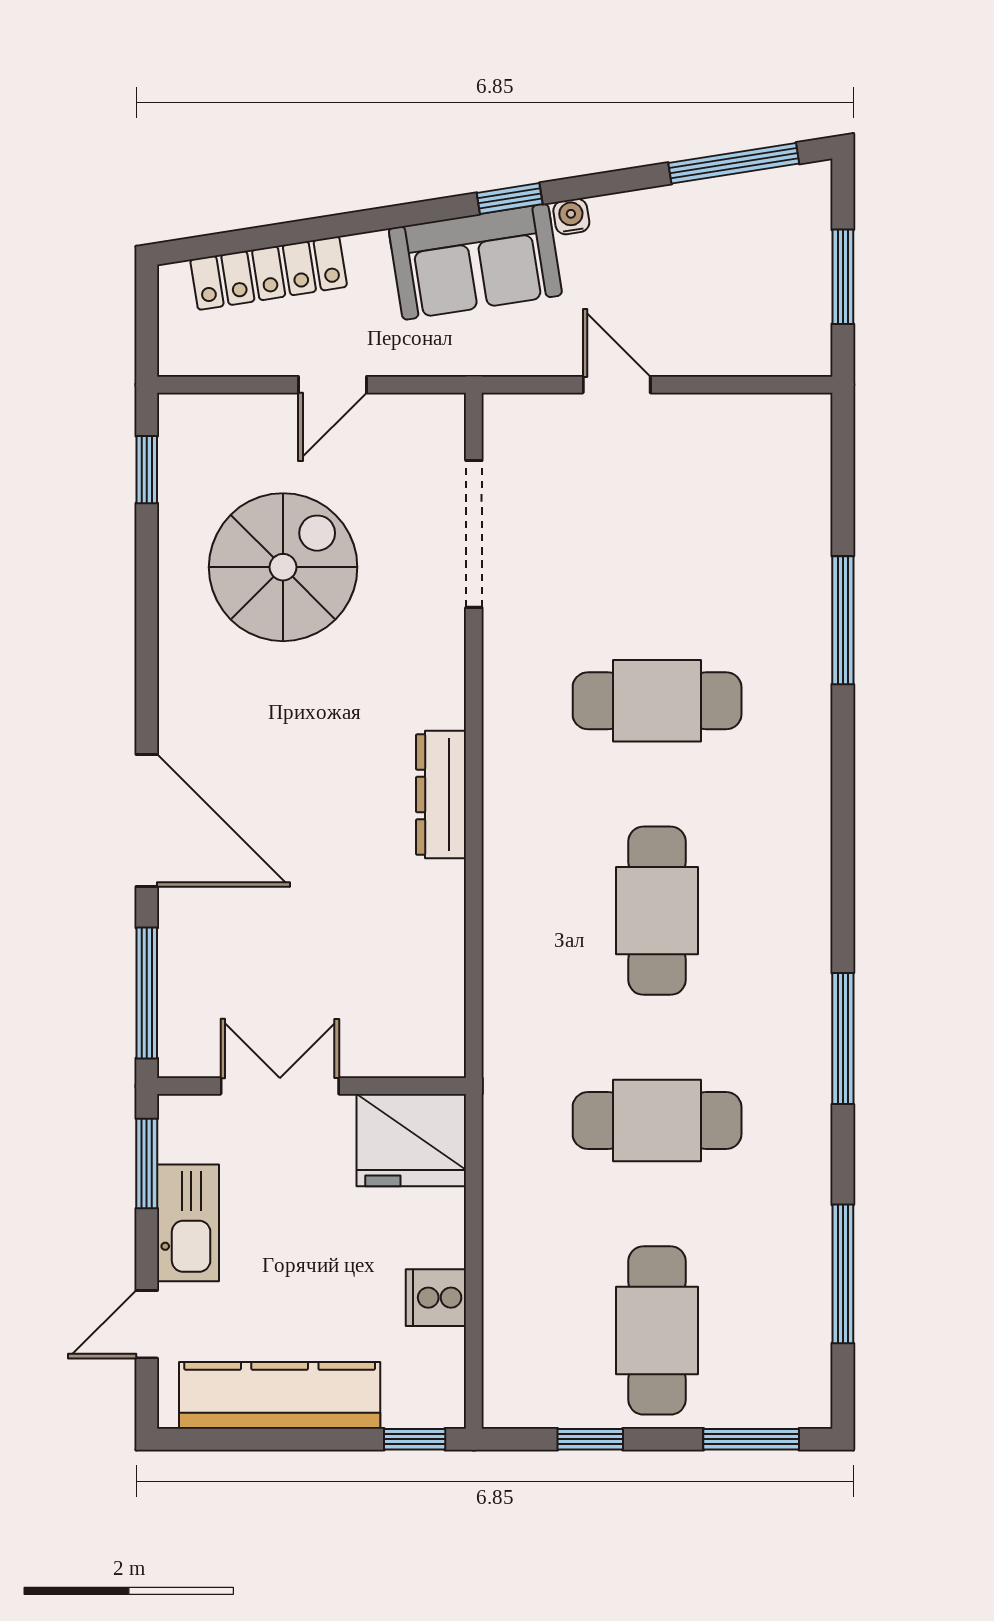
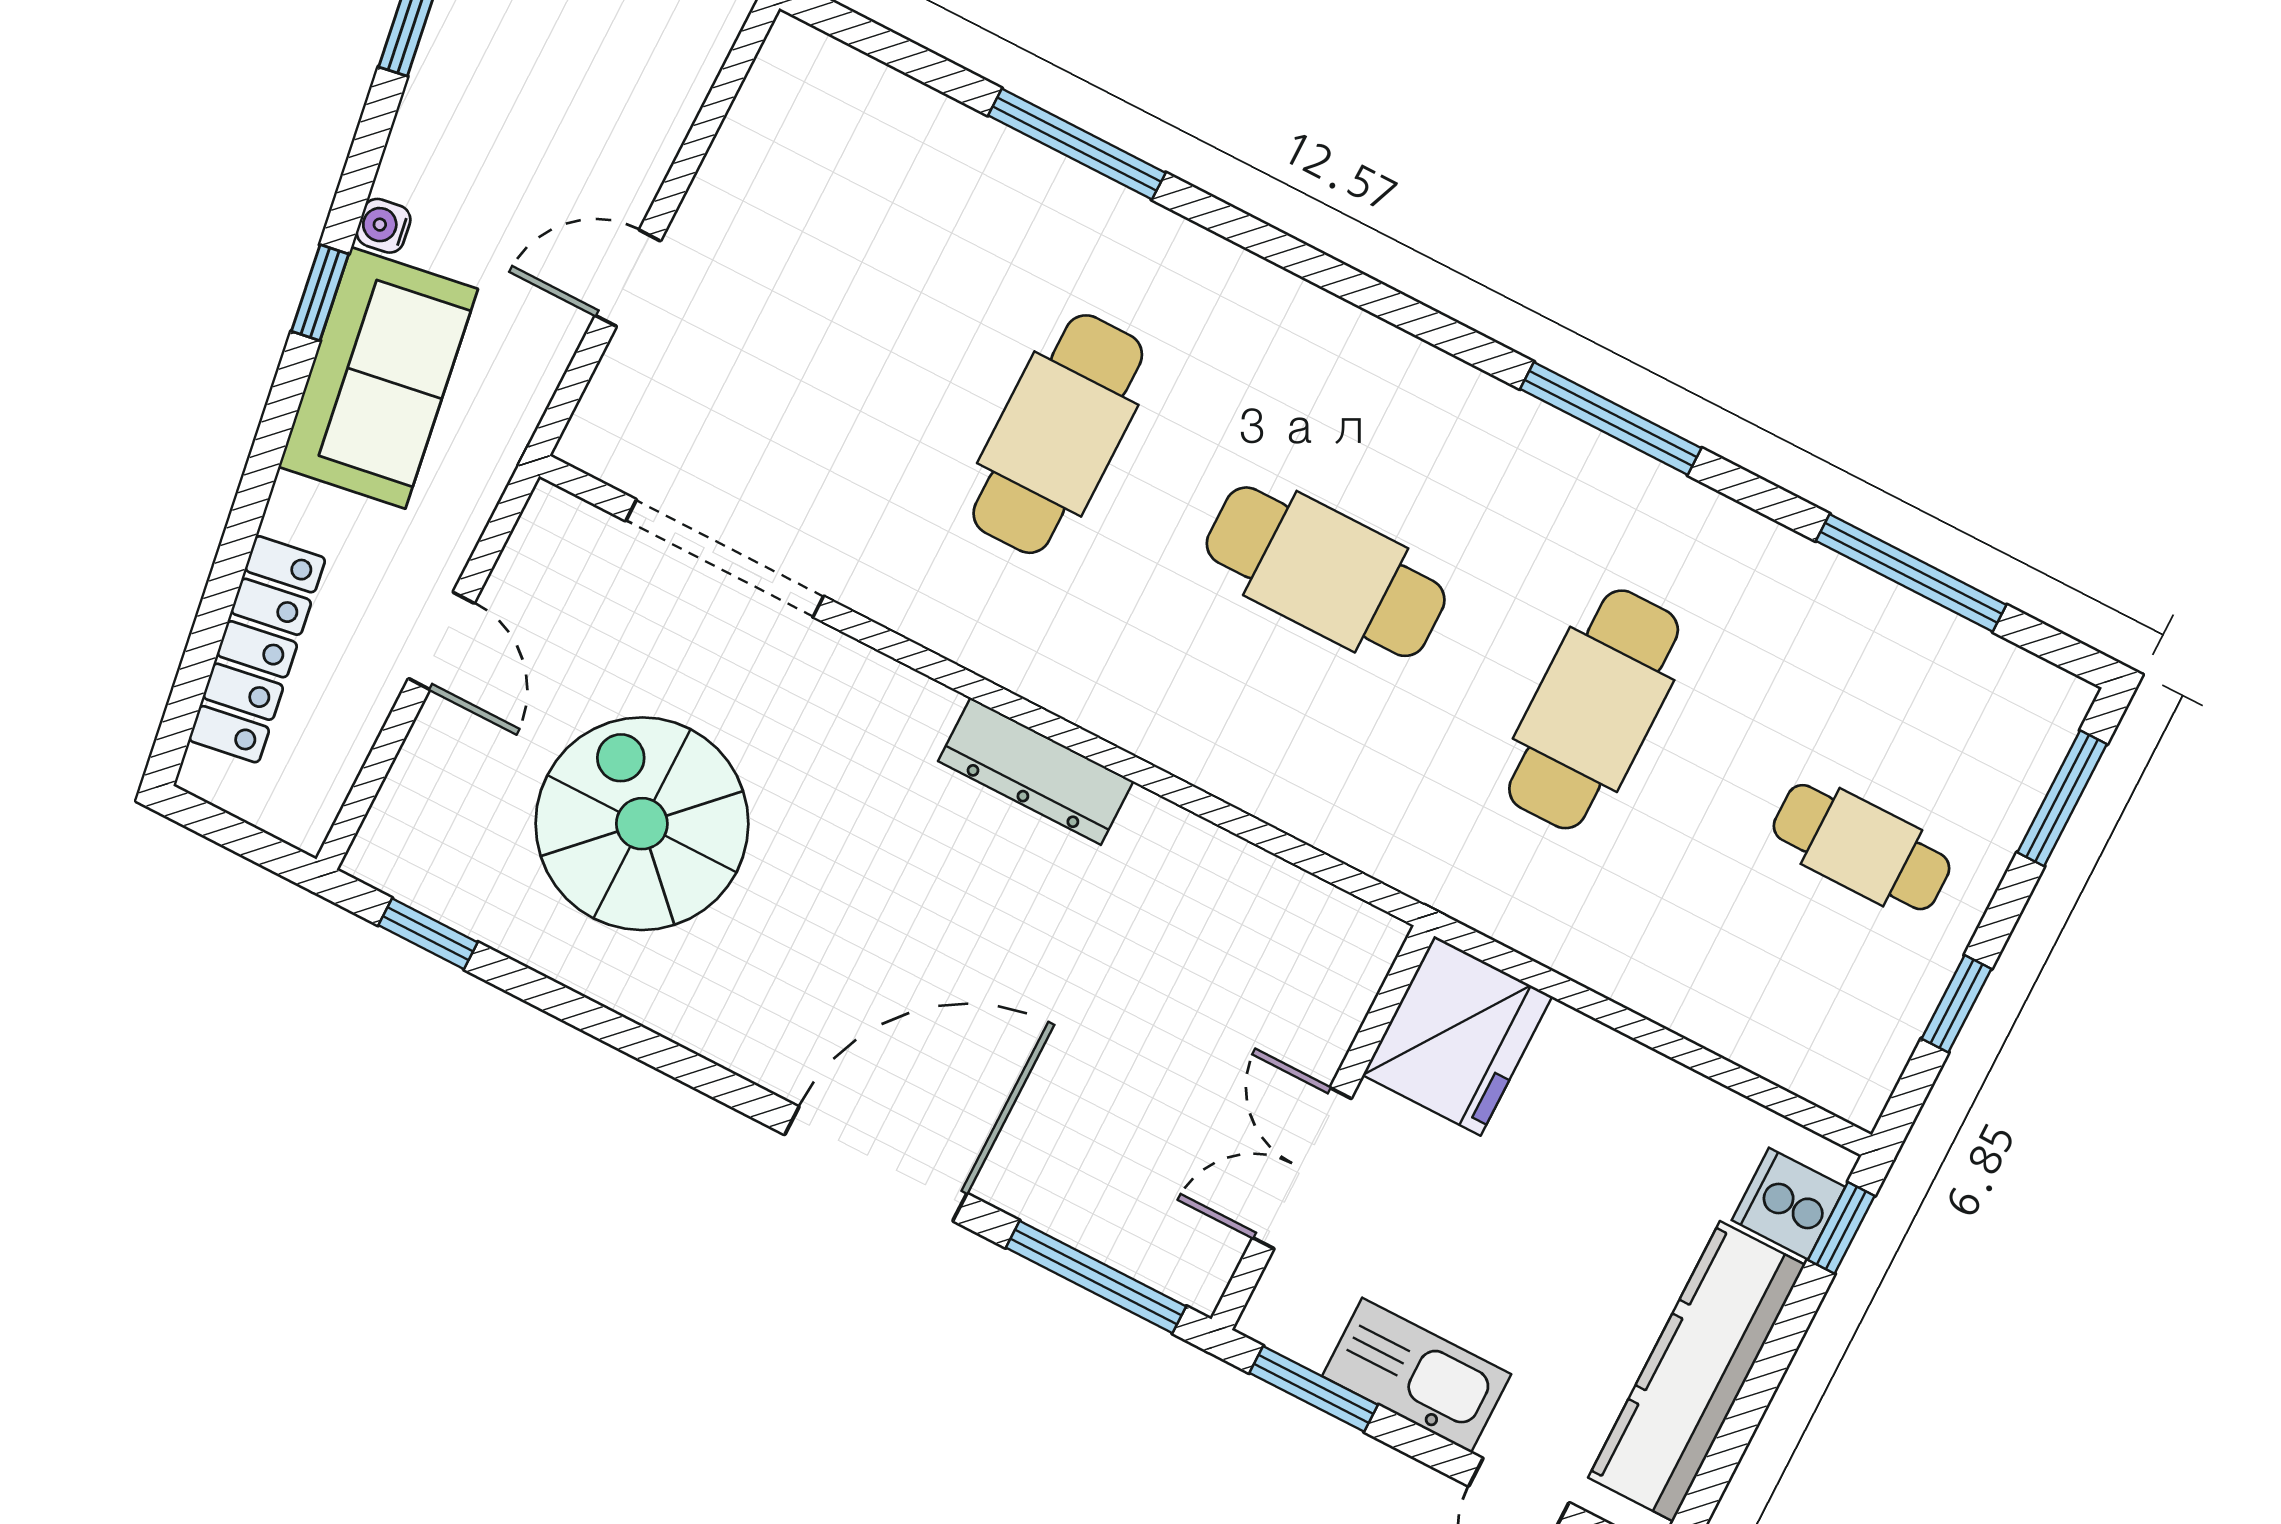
cooker: (436, 1298) -> (1788, 1204), moved, turned 90
cafe table: (657, 1330) -> (1861, 847), width x0.73, depth x0.74

